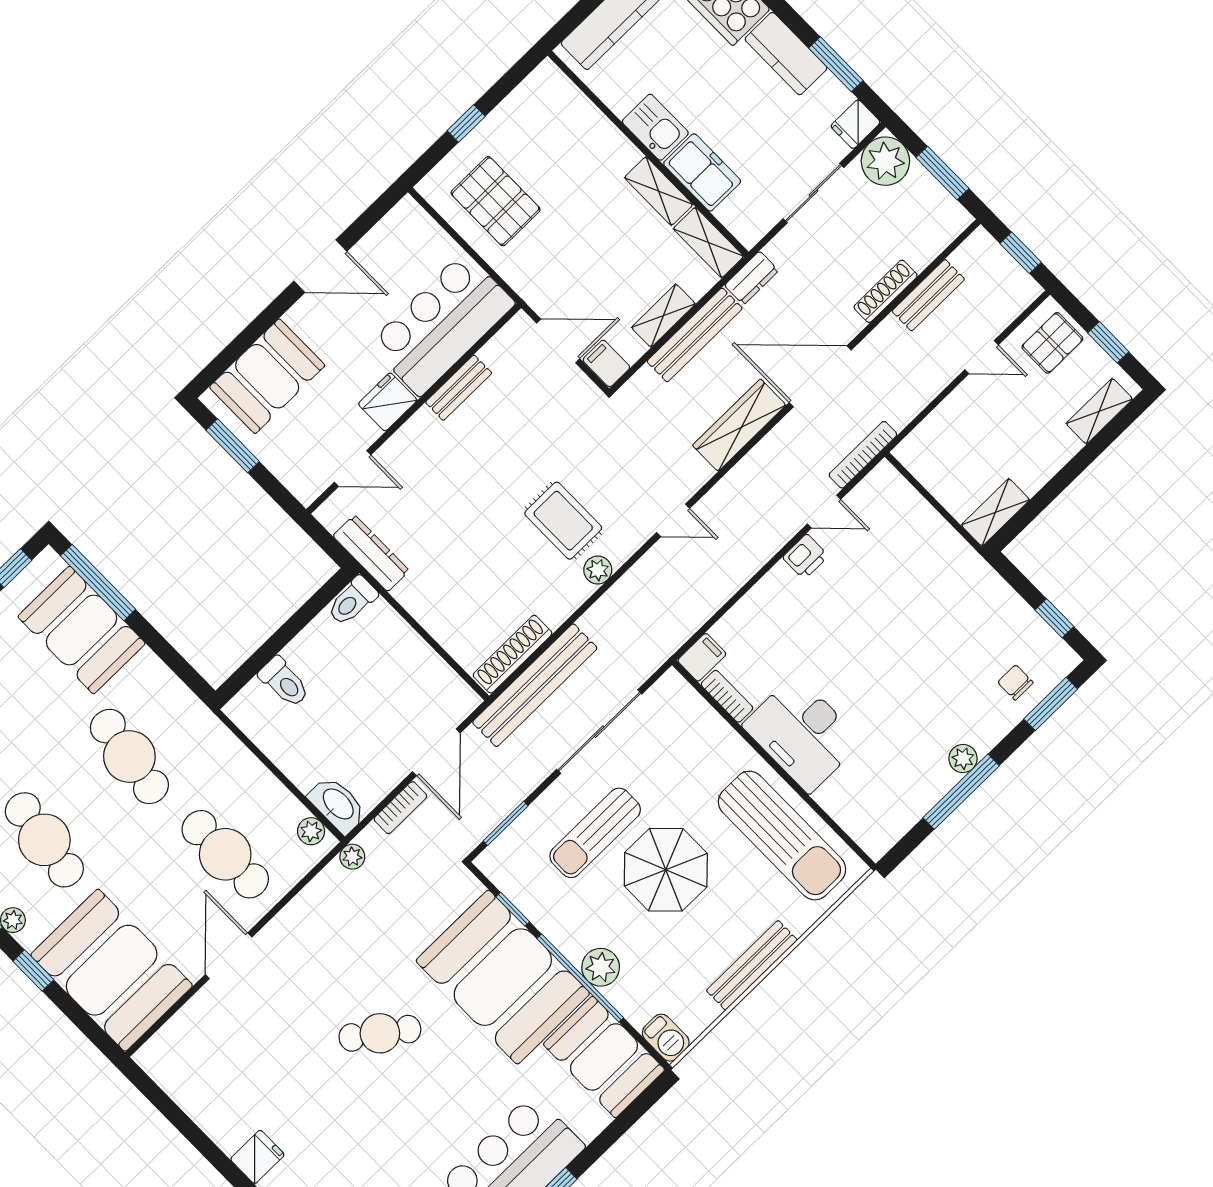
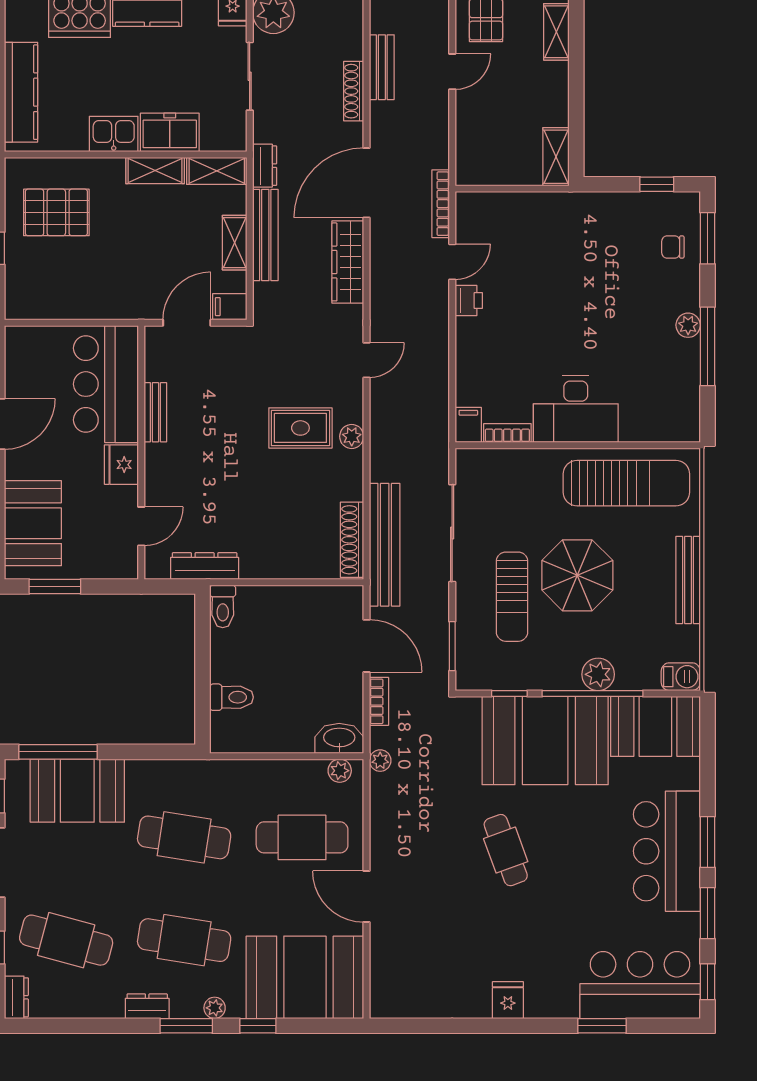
pallet: (496, 201) -> (56, 212), moved
cafe table: (380, 1033) -> (506, 850), turned -56

